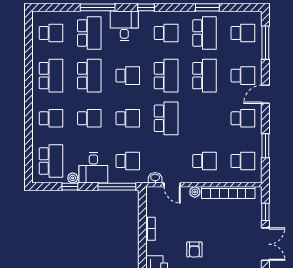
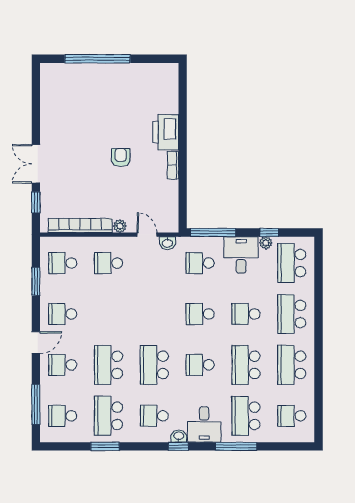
washbasin: (146, 16) -> (179, 436), added
school desk: (51, 118) -> (292, 314), width x1.85
school desk: (166, 118) -> (154, 314), removed
bookcase: (150, 229) -> (173, 165), moved

